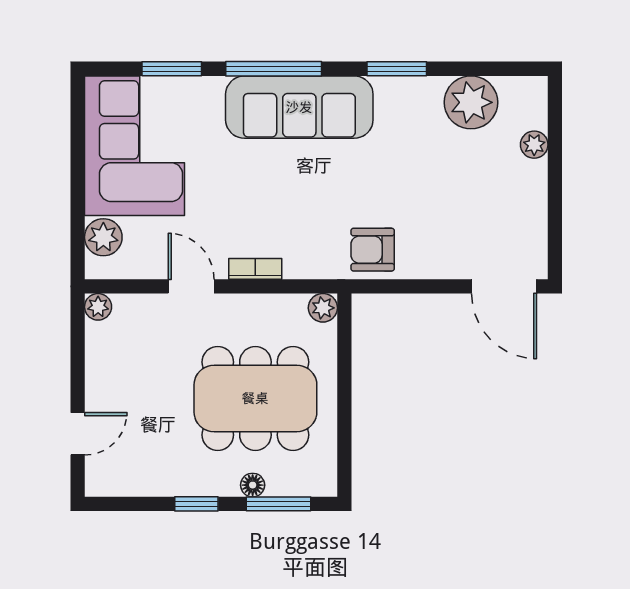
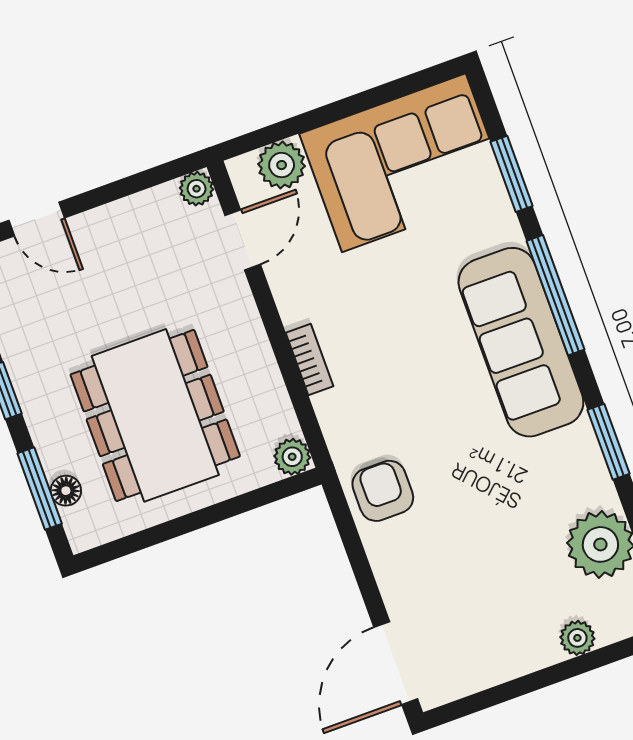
door: (191, 286) -> (243, 240), moved
floor lamp: (253, 485) -> (66, 491), moved

